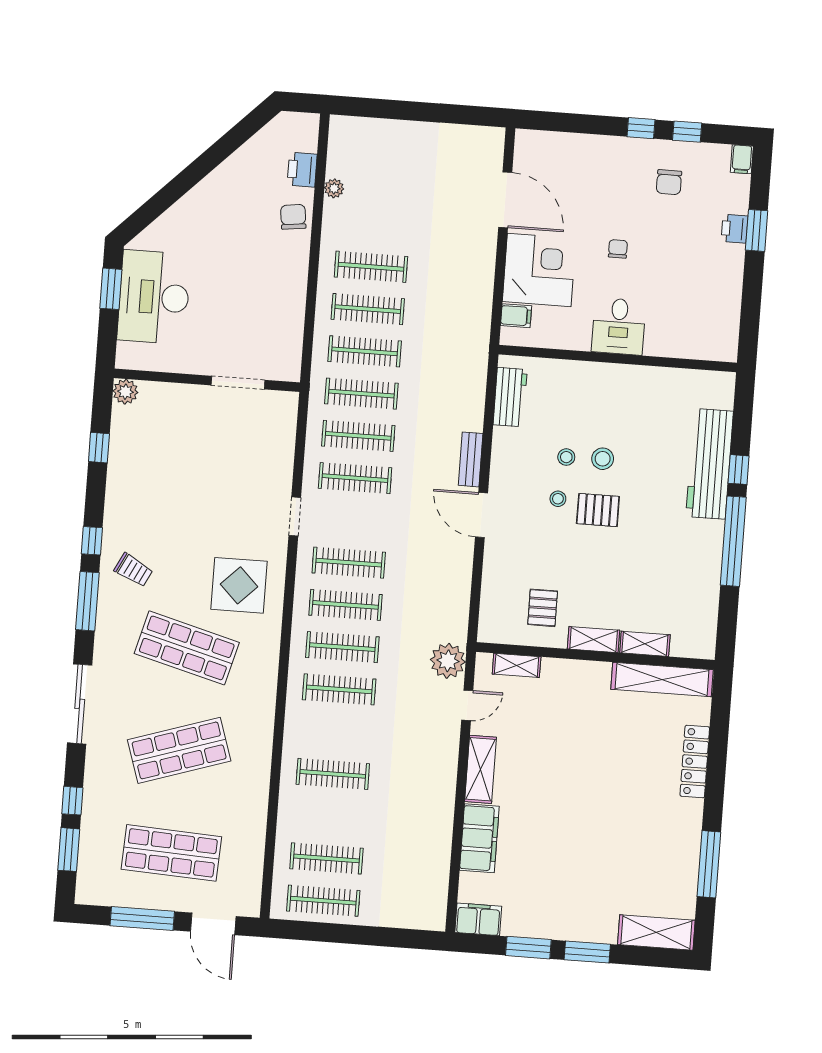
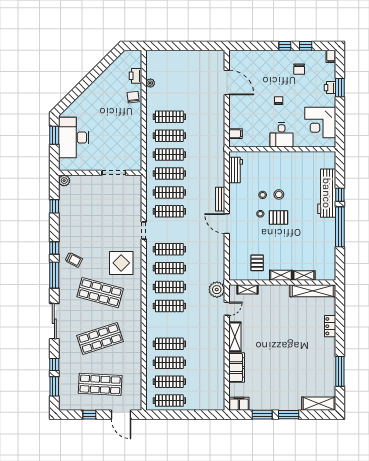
corner desk: (539, 270) -> (320, 122), moved, turned 180
locker: (695, 762) -> (330, 326), width x0.66
clothes rail: (330, 816) -> (169, 363), added
window: (142, 919) -> (89, 415), width x0.46

